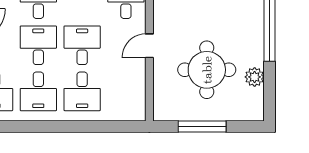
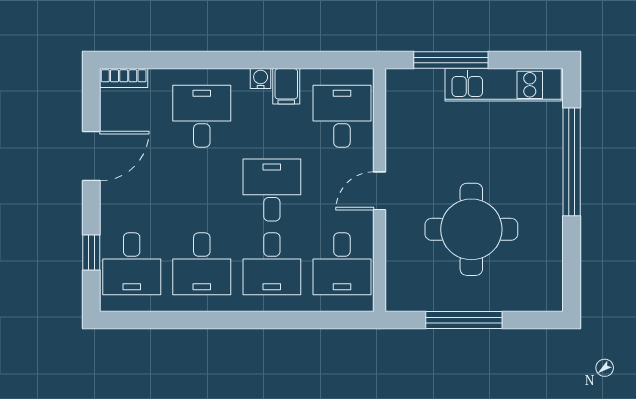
desk: (38, 45) -> (342, 264), moved, turned 180
plant: (255, 77) -> (548, 241), removed

